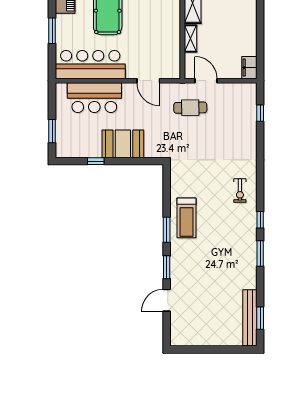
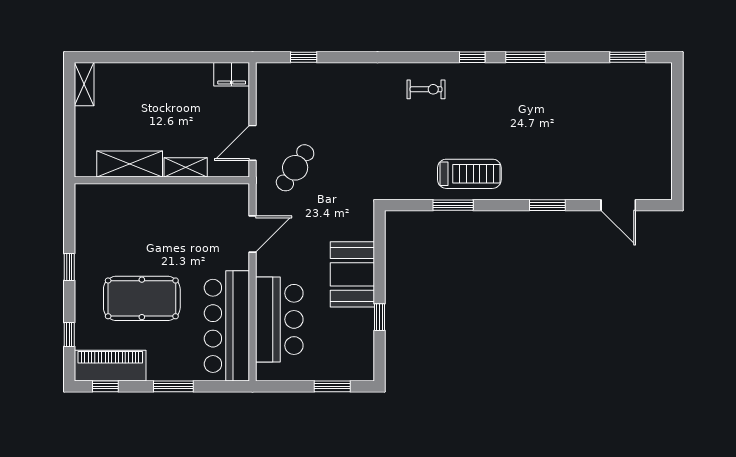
cafe table: (190, 108) -> (295, 168), turned 35
window: (167, 230) -> (453, 205), moved
door: (167, 300) -> (618, 205), moved
bench: (250, 318) -> (627, 74), removed

